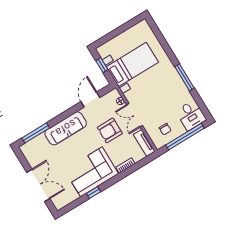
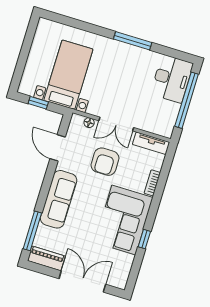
desk: (191, 115) -> (172, 79), width x1.37
chair: (165, 129) -> (160, 111), removed
piano: (30, 155) -> (46, 258), added

